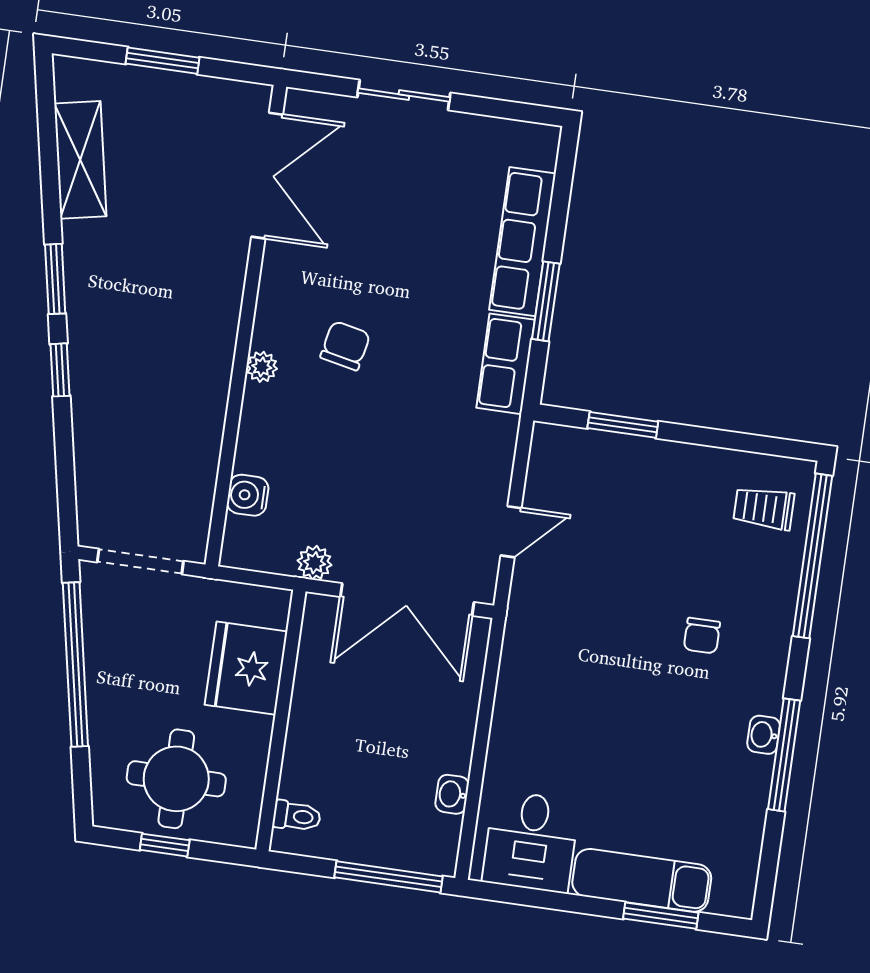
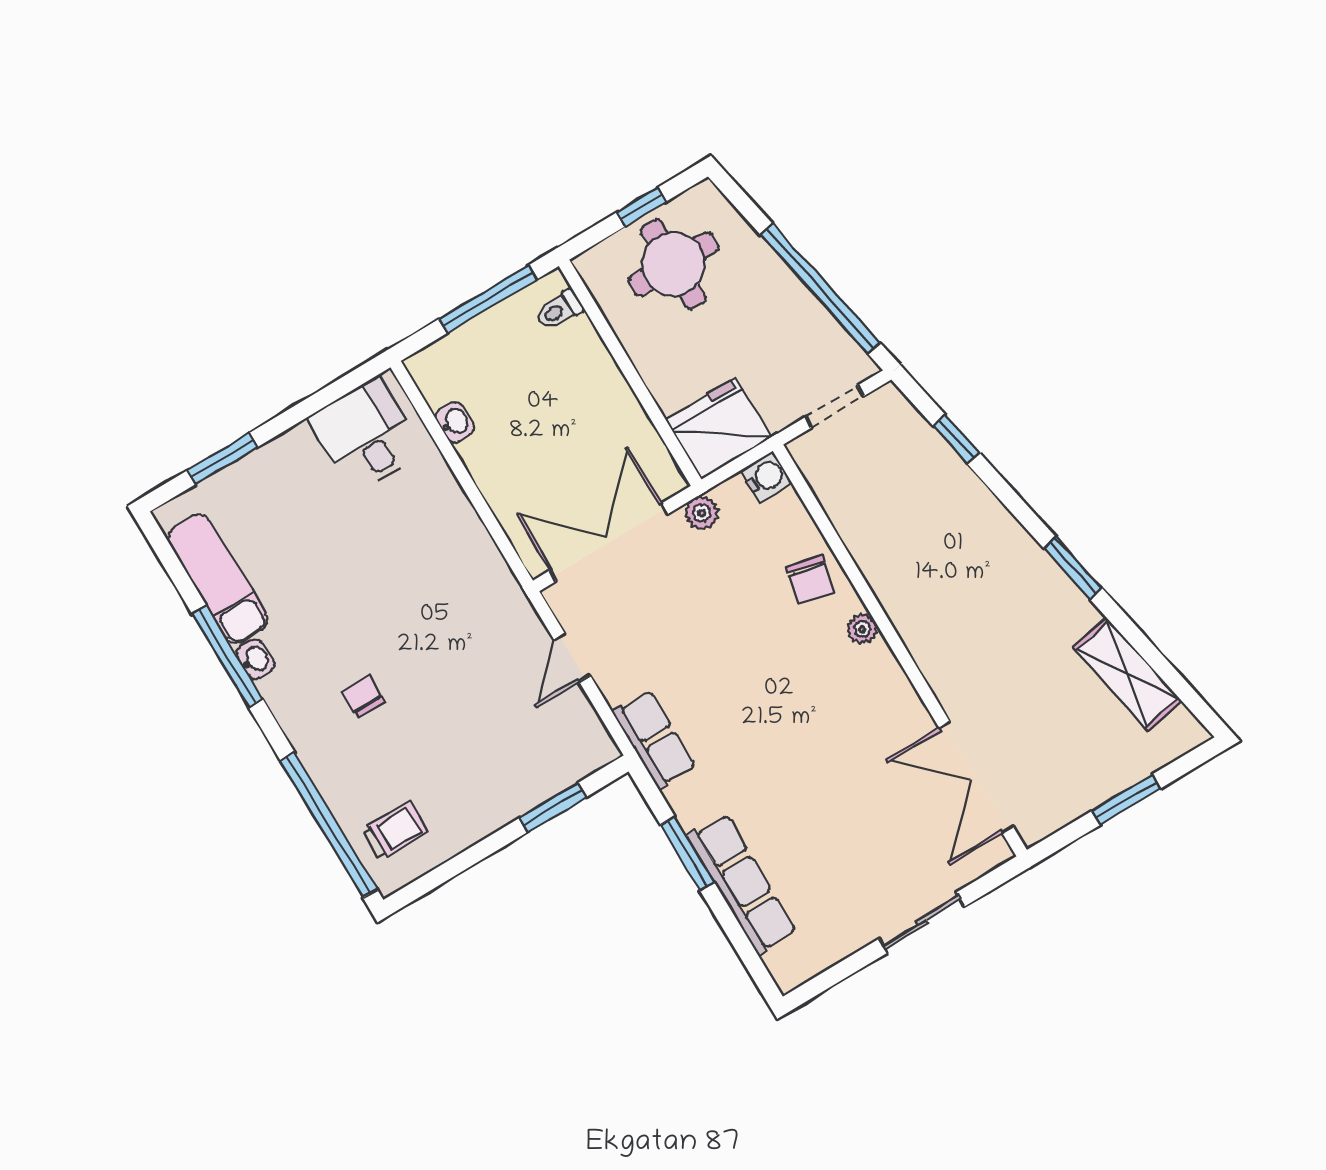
chair: (345, 346) -> (811, 580), moved
row of seats: (506, 364) -> (654, 739), moved
window: (60, 370) -> (957, 439), moved
water cooler: (248, 495) -> (766, 477), moved
doorway: (140, 562) -> (834, 407), width x0.73
fridge: (246, 668) -> (719, 428), moved, turned -90
window: (388, 877) -> (488, 299), moved
exam couch: (642, 880) -> (218, 579), moved, turned -90

